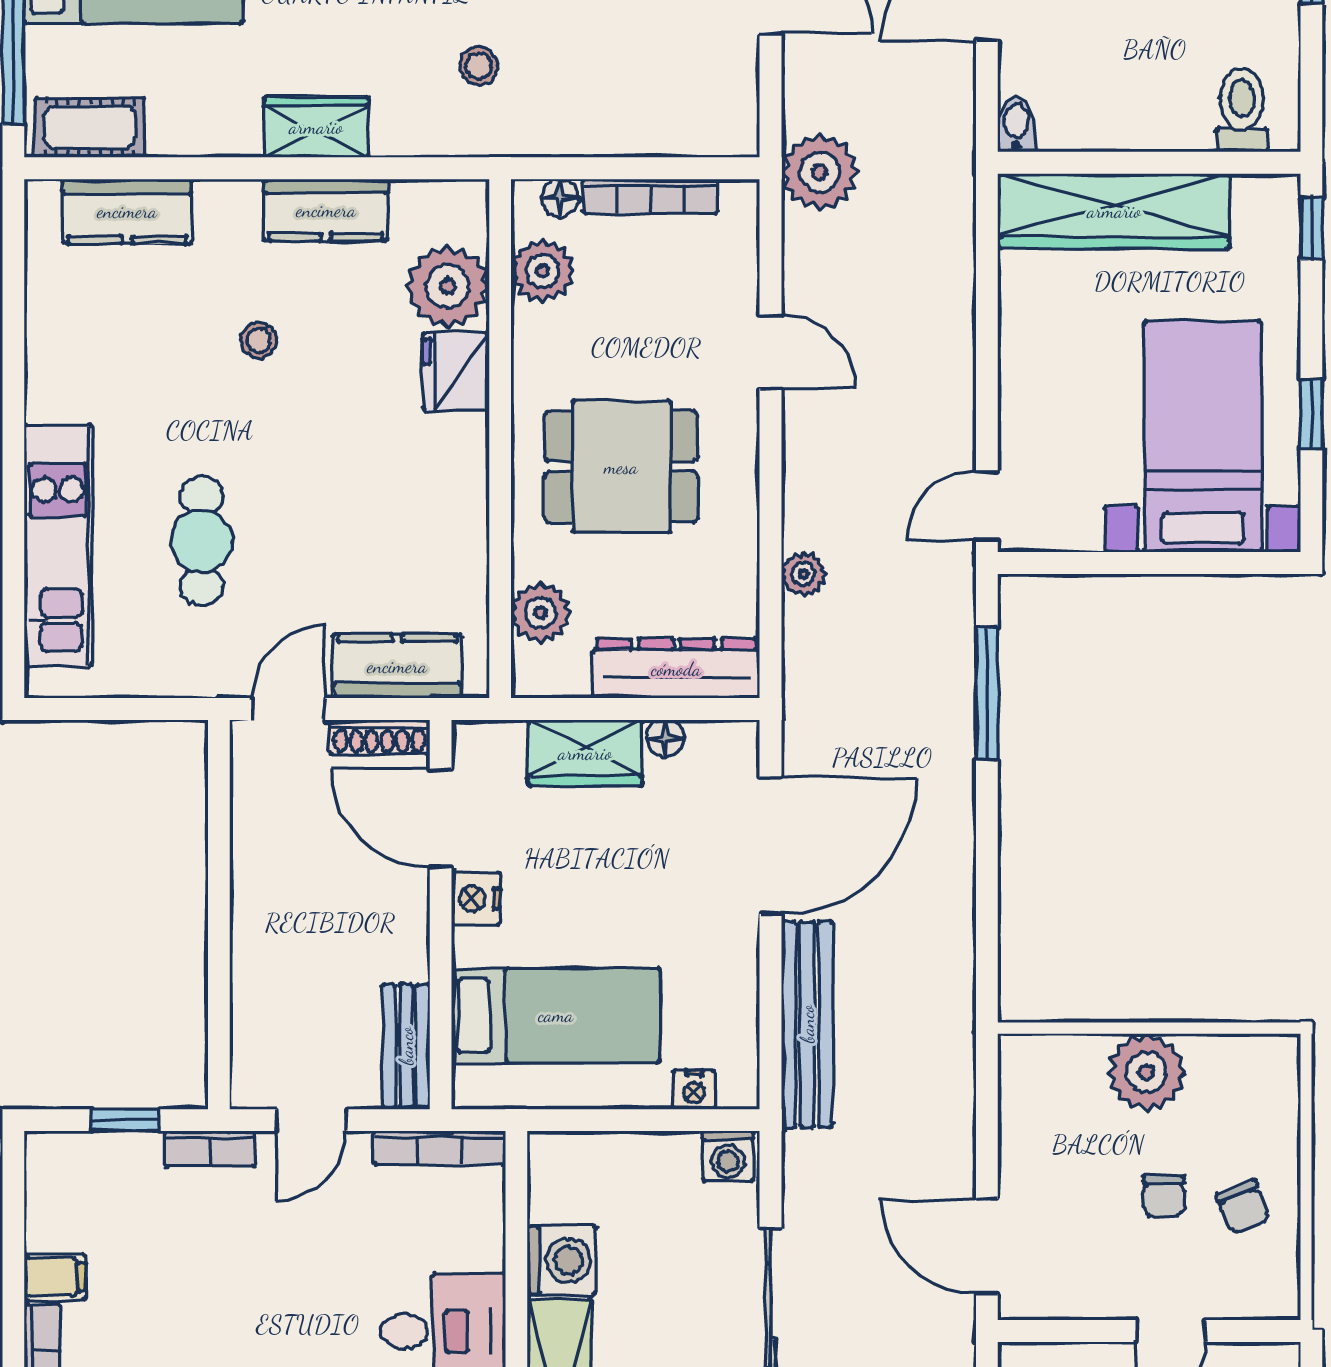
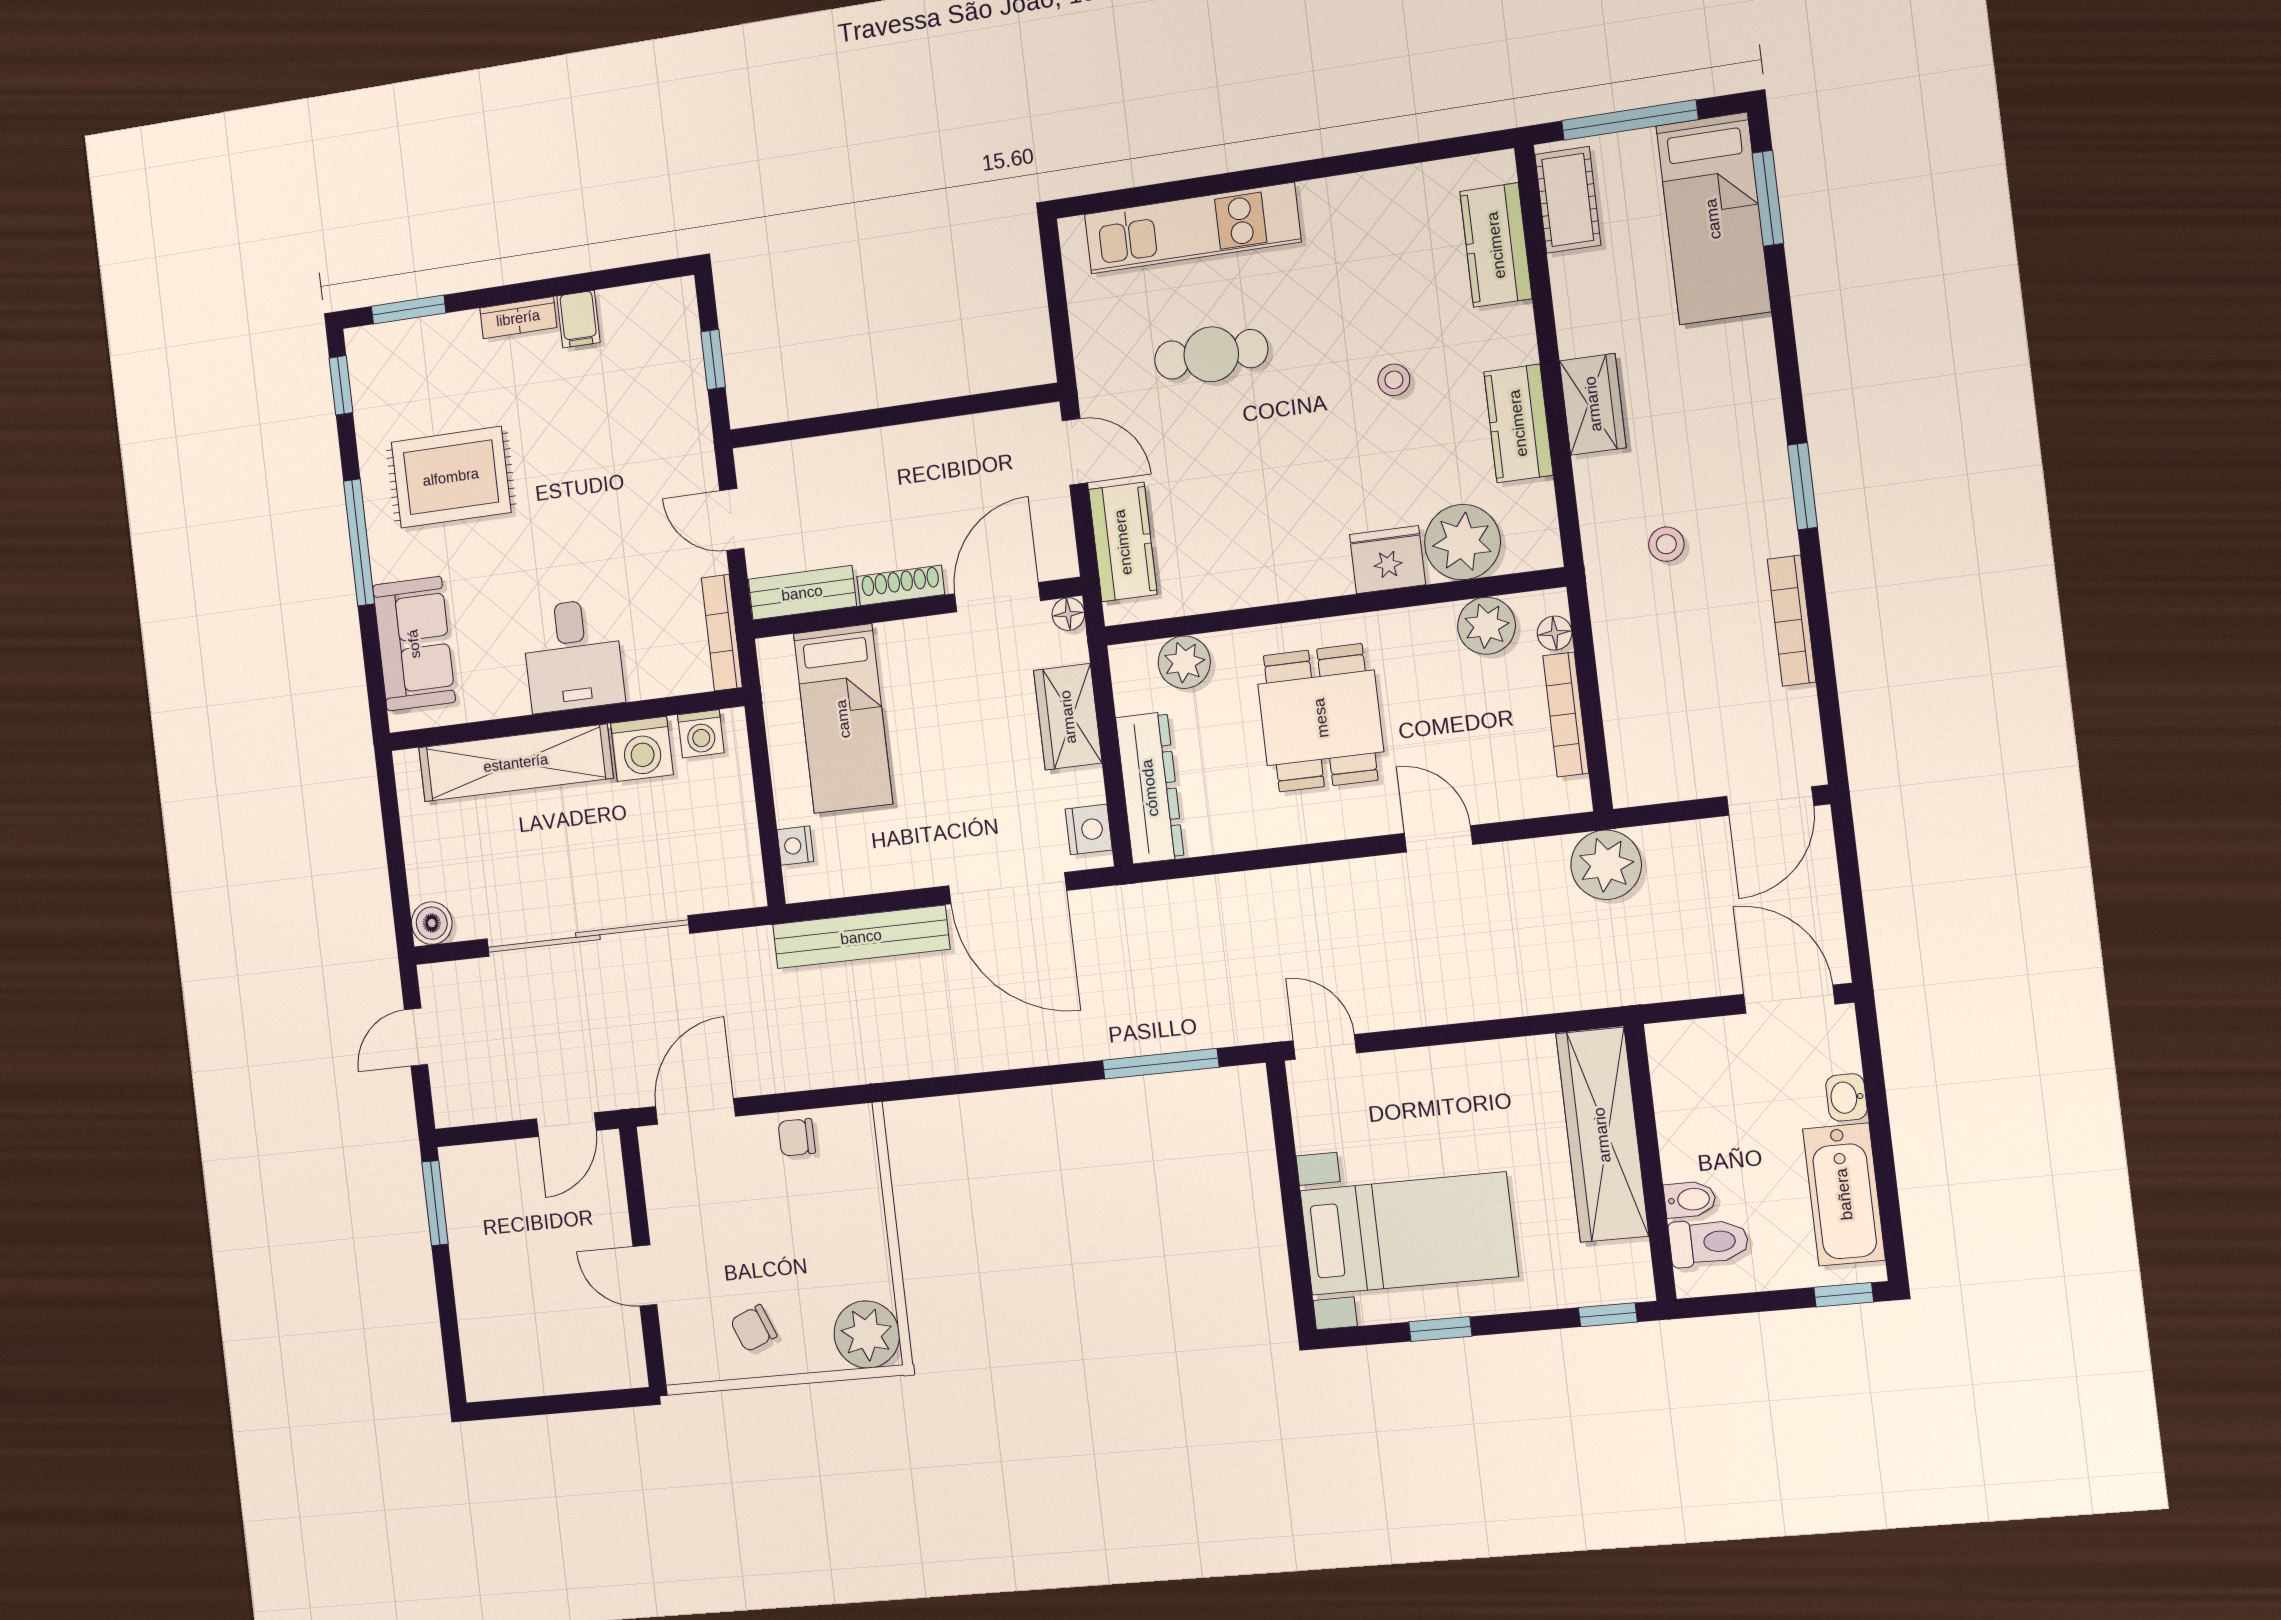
bidet: (1016, 125) -> (1690, 1199), moved
door: (771, 352) -> (1438, 839), swing flipped
plant: (803, 574) -> (1245, 891), removed
shoe rack: (379, 737) -> (901, 585), moved, turned 90
floor lamp: (665, 738) -> (1068, 614), moved
nightstand: (476, 898) -> (1089, 829), moved, turned 90
plant: (1146, 1072) -> (867, 1334), moved
bookcase: (210, 1149) -> (698, 436), removed
washing machine: (728, 1156) -> (701, 734), moved, turned -90
chair: (1164, 1196) -> (797, 1137), moved

